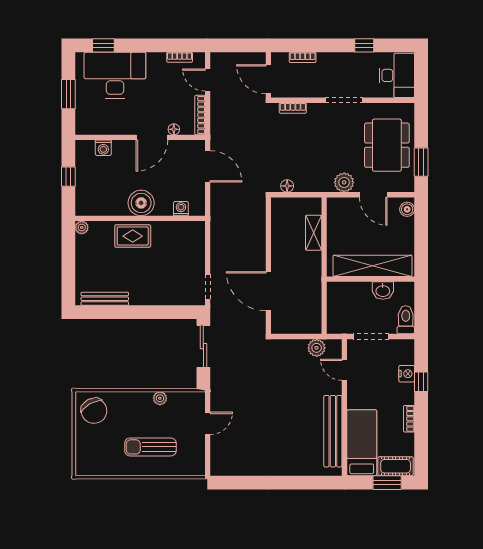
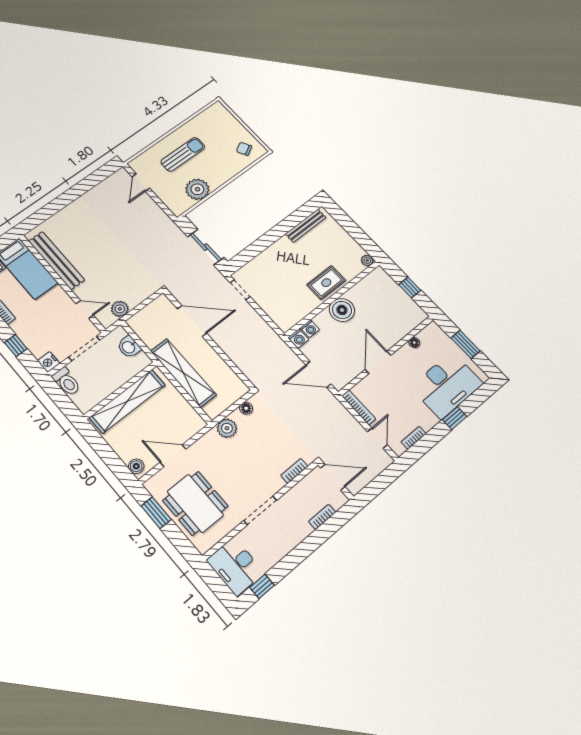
window: (103, 45) -> (455, 418), moved
window: (364, 45) -> (262, 586), moved
door: (208, 80) -> (377, 438), hinge flipped
floor lamp: (174, 129) -> (414, 343), moved
washing machine: (103, 148) -> (298, 339), moved, turned 180
plant: (344, 182) -> (227, 428), moved
shelving: (314, 233) -> (183, 373), width x2.20, depth x1.33
washbasin: (383, 291) -> (129, 347), moved, turned -90
nightstand: (407, 374) -> (49, 362), moved
plant: (160, 398) -> (197, 189), width x1.88, depth x1.88
chair: (94, 411) -> (244, 149), width x0.54, depth x0.54
door: (208, 423) -> (141, 182), moved

